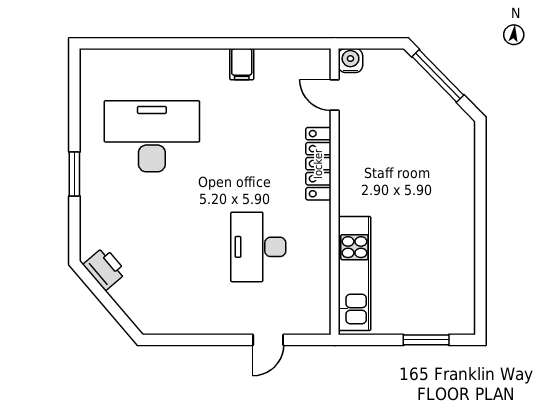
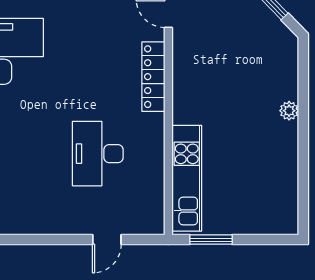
plant: (465, 200) -> (289, 111), added
window: (426, 340) -> (211, 240), moved

